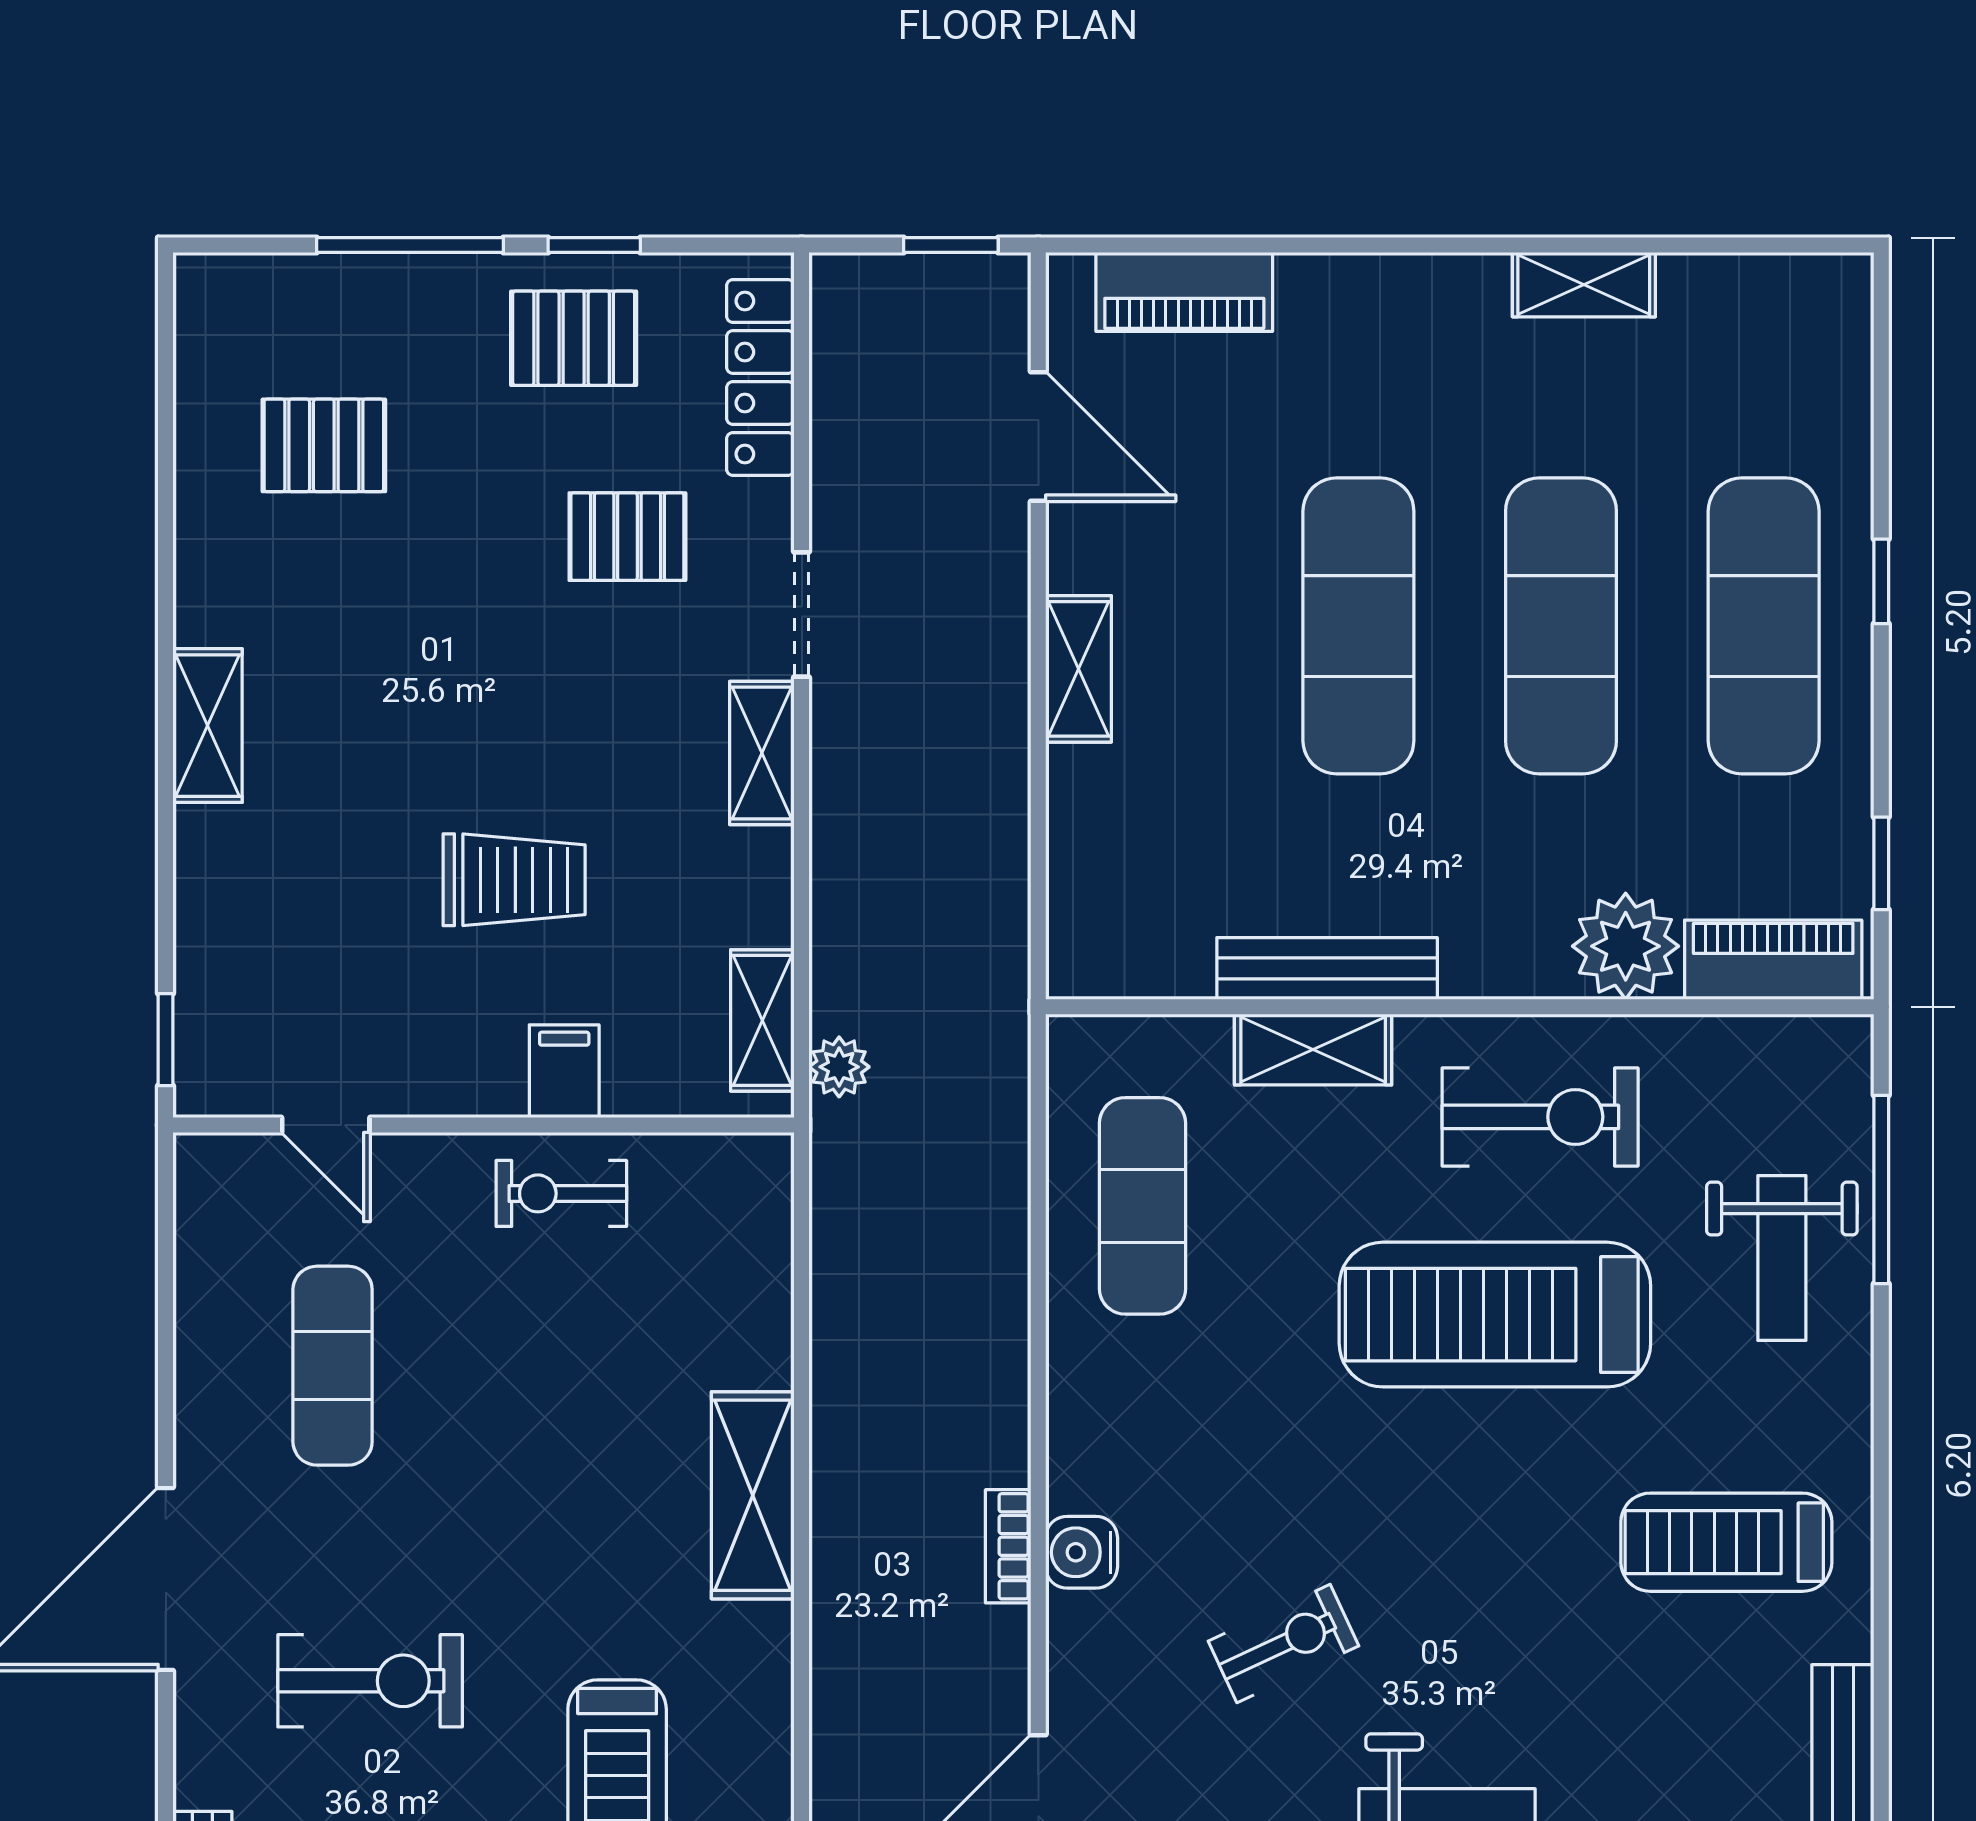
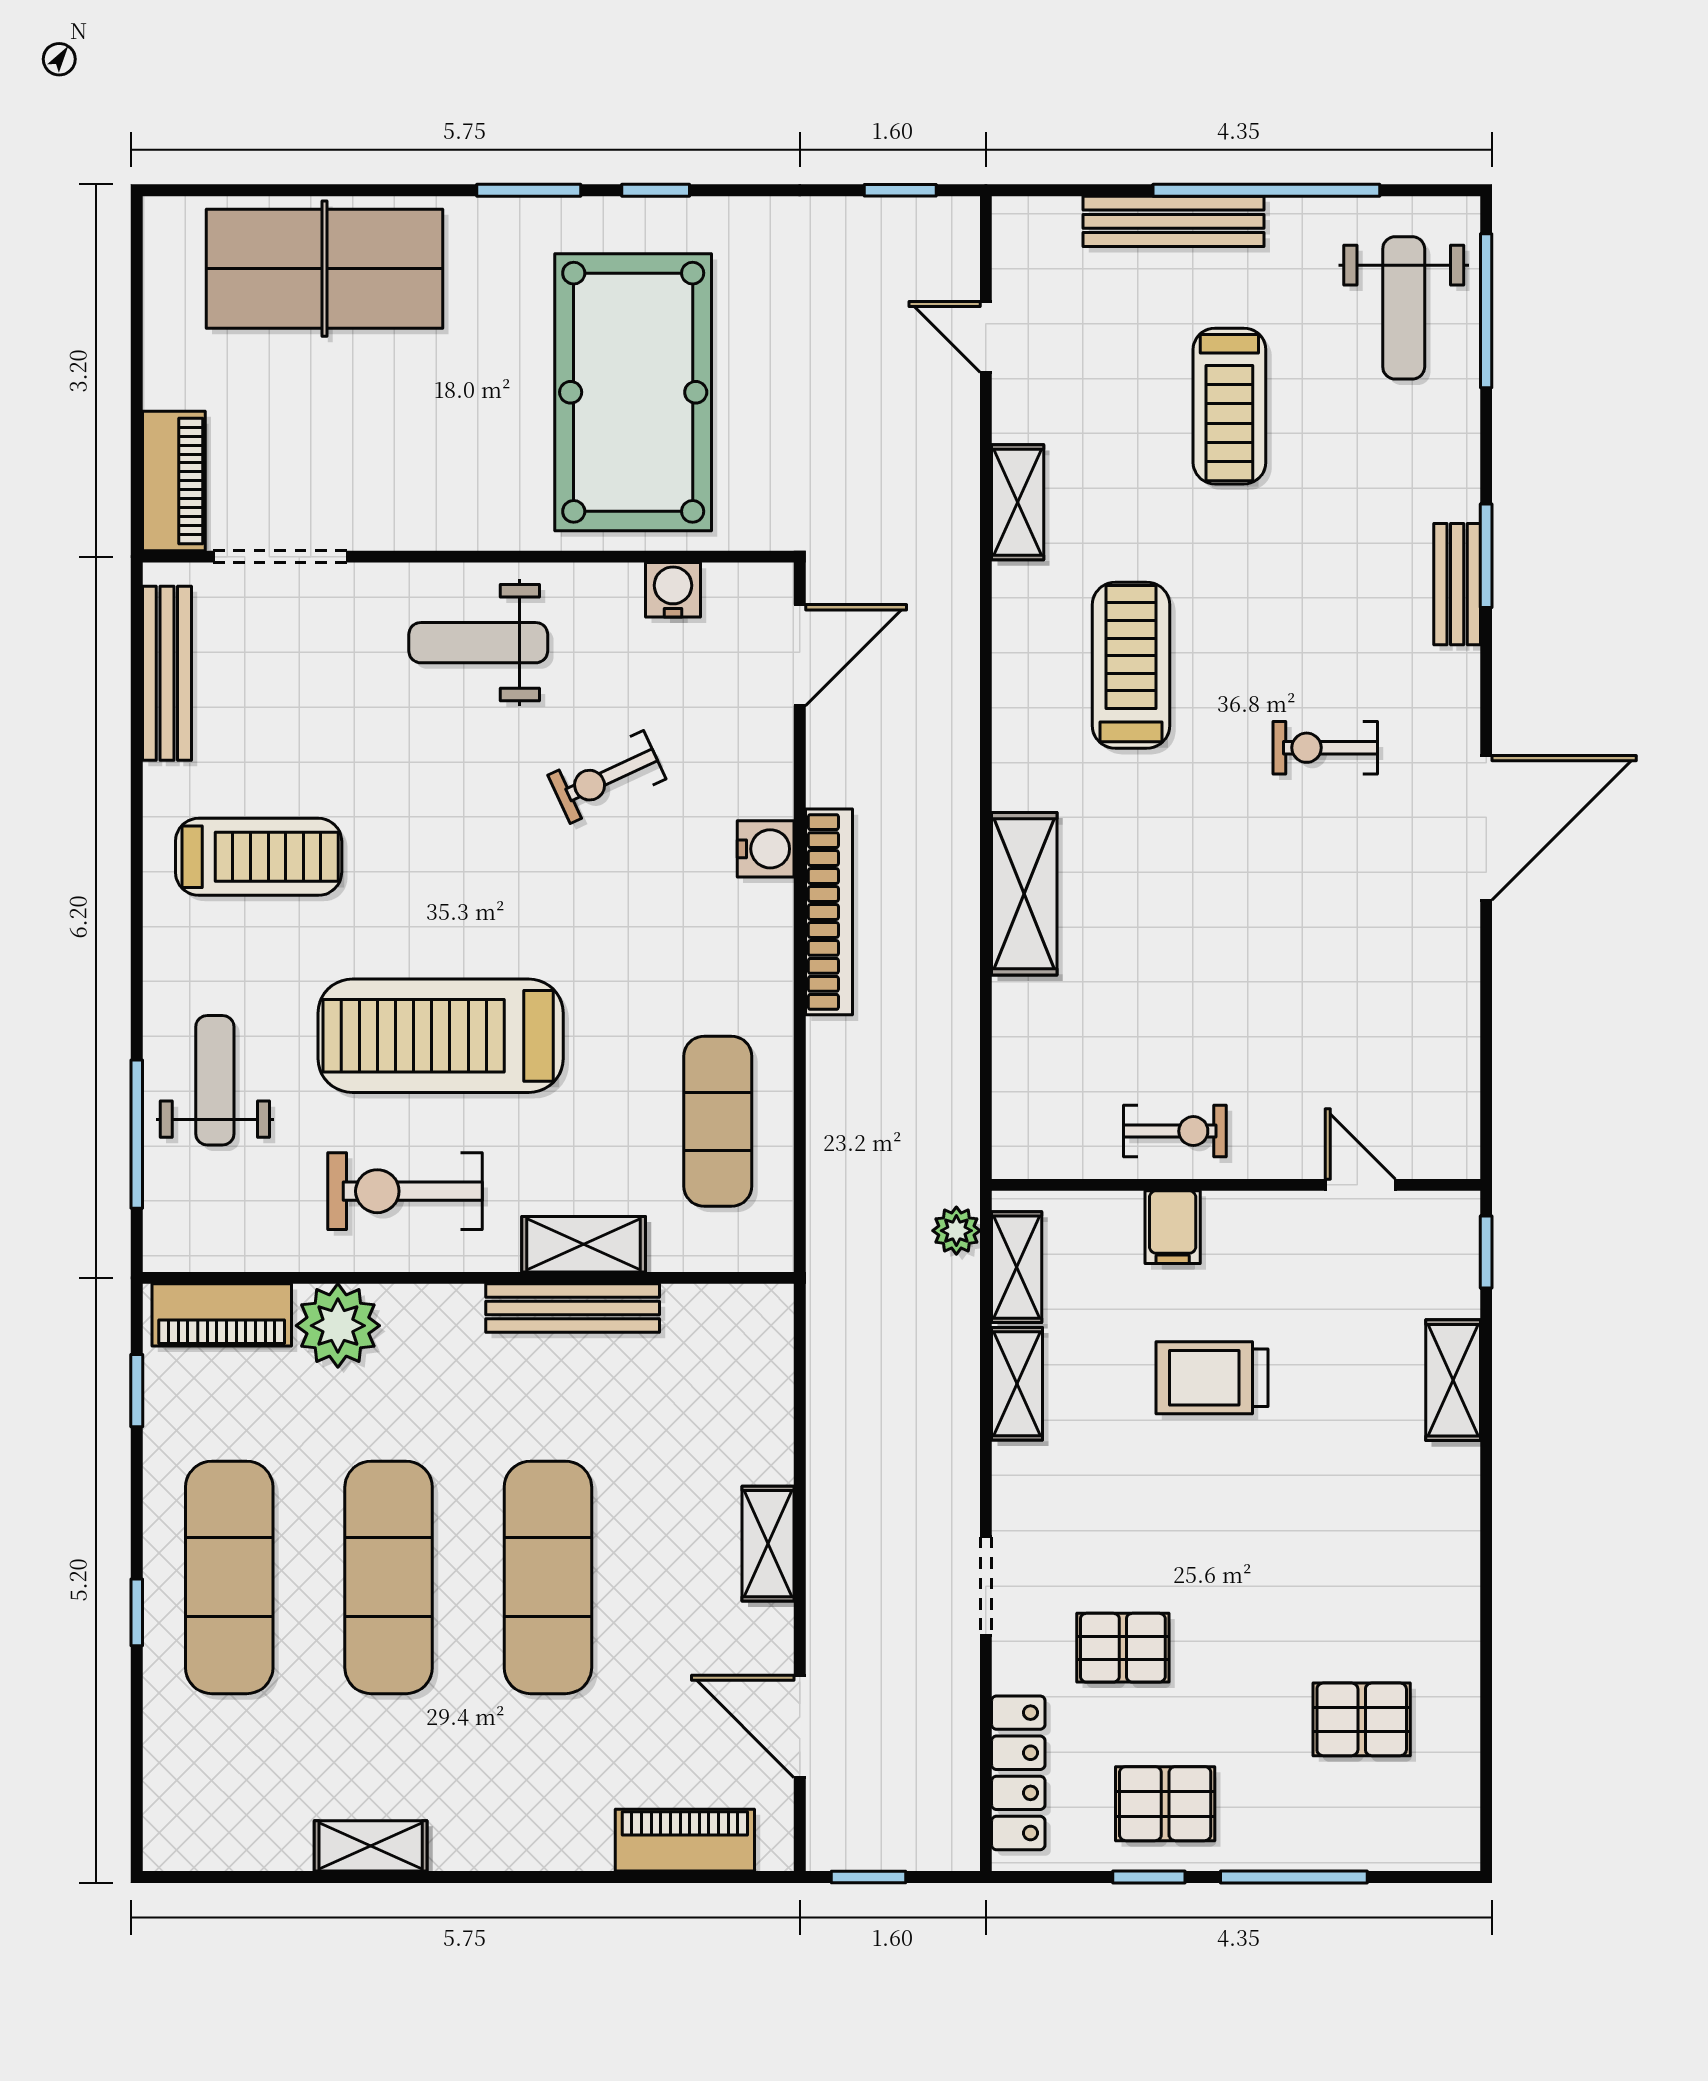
shelving: (208, 726) -> (1453, 1380), moved
shelving: (762, 753) -> (1017, 1384), moved
treadmill: (1495, 1315) -> (441, 1036), turned 180
exercise mat: (333, 1366) -> (1355, 996), removed
bookcase: (1008, 1546) -> (829, 912), width x2.31, depth x1.31
exercise bike: (370, 1681) -> (1325, 748), width x0.73, depth x0.72

